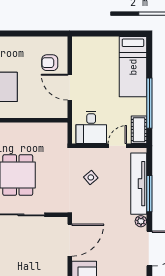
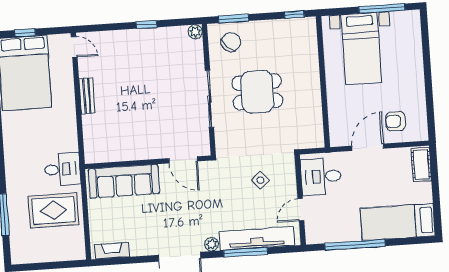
armchair: (50, 63) -> (396, 121), turned -90
cot: (139, 130) -> (421, 165), moved, turned 90
door: (117, 146) -> (301, 210), swing flipped
door: (70, 240) -> (183, 160), width x0.73

